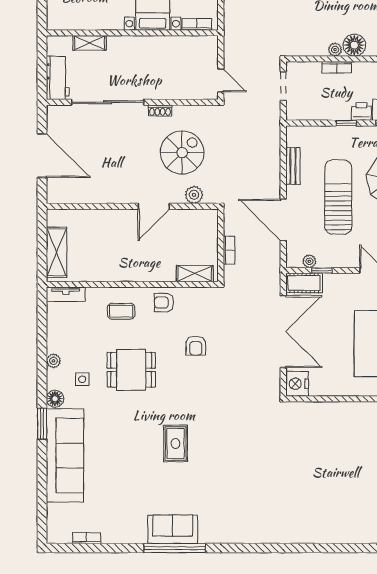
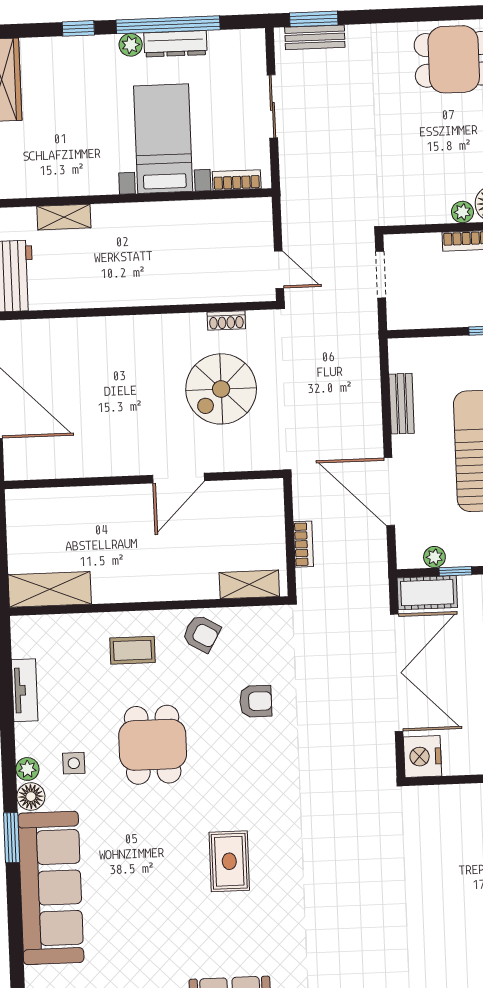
sliding door: (108, 102) -> (97, 312), removed
shoe rack: (160, 110) -> (226, 320), moved
spiral stairs: (182, 153) -> (221, 389), turned 180
plant: (194, 195) -> (243, 457), removed
shelving: (57, 252) -> (50, 589), moved, turned 90
tv unit: (66, 294) -> (25, 690), moved, turned -90
armchair: (164, 303) -> (201, 634), turned -150
armchair: (196, 346) -> (256, 701), turned -90
plant: (54, 361) -> (27, 769), moved
dining table: (131, 370) -> (153, 745), turned 90

